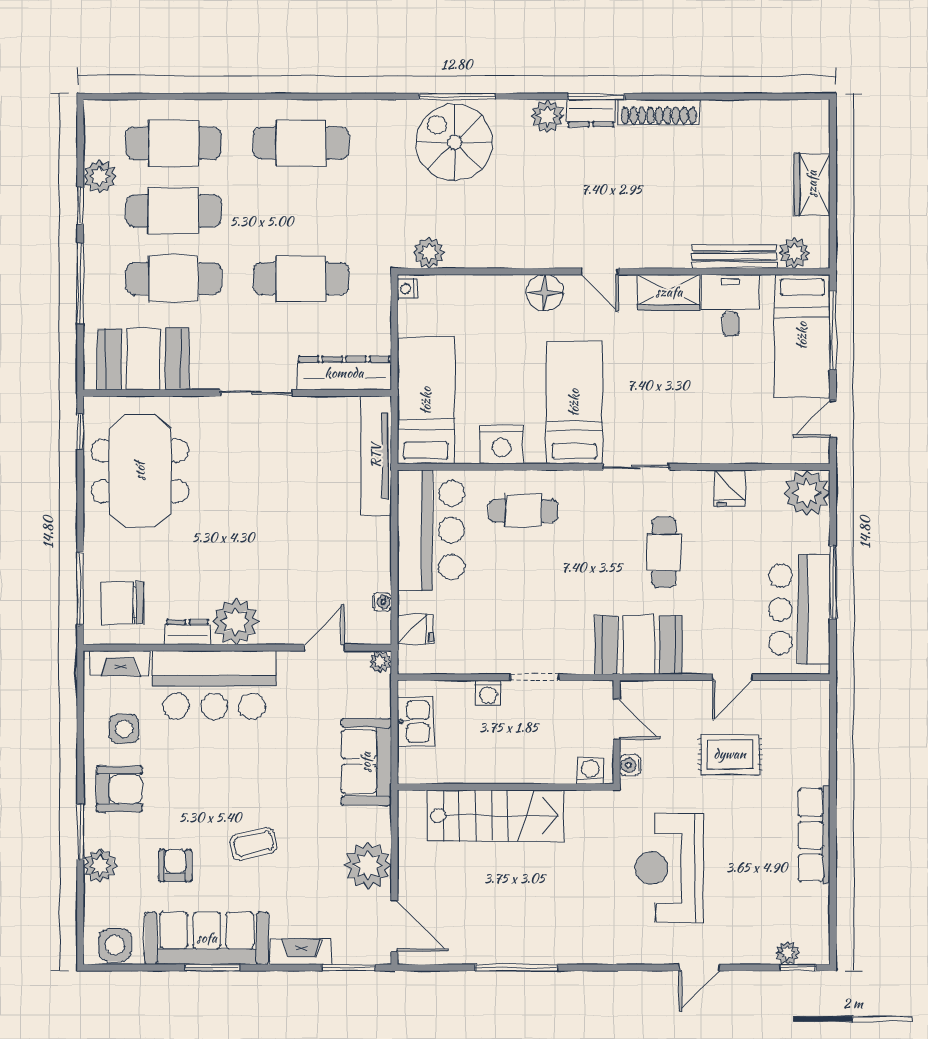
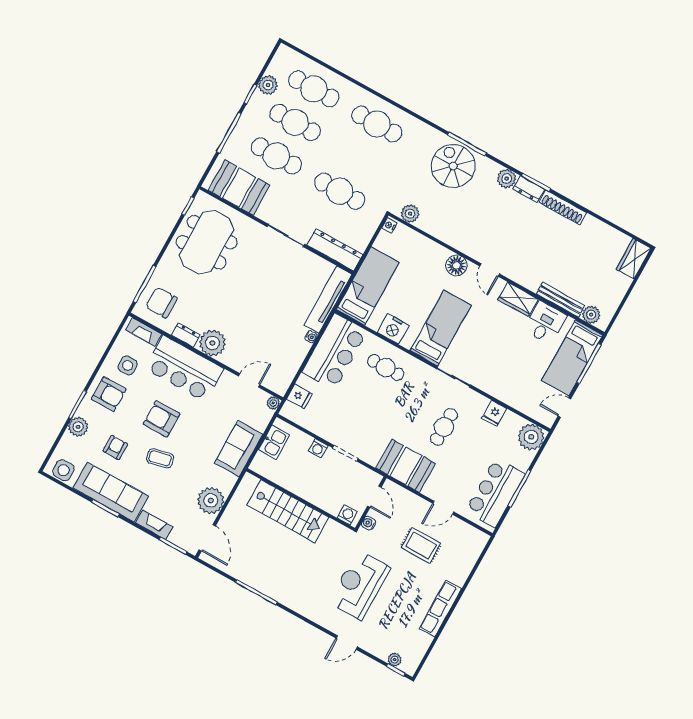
wardrobe: (812, 184) -> (634, 259), moved
water cooler: (382, 602) -> (311, 337), moved
armchair: (222, 782) -> (162, 419), added

